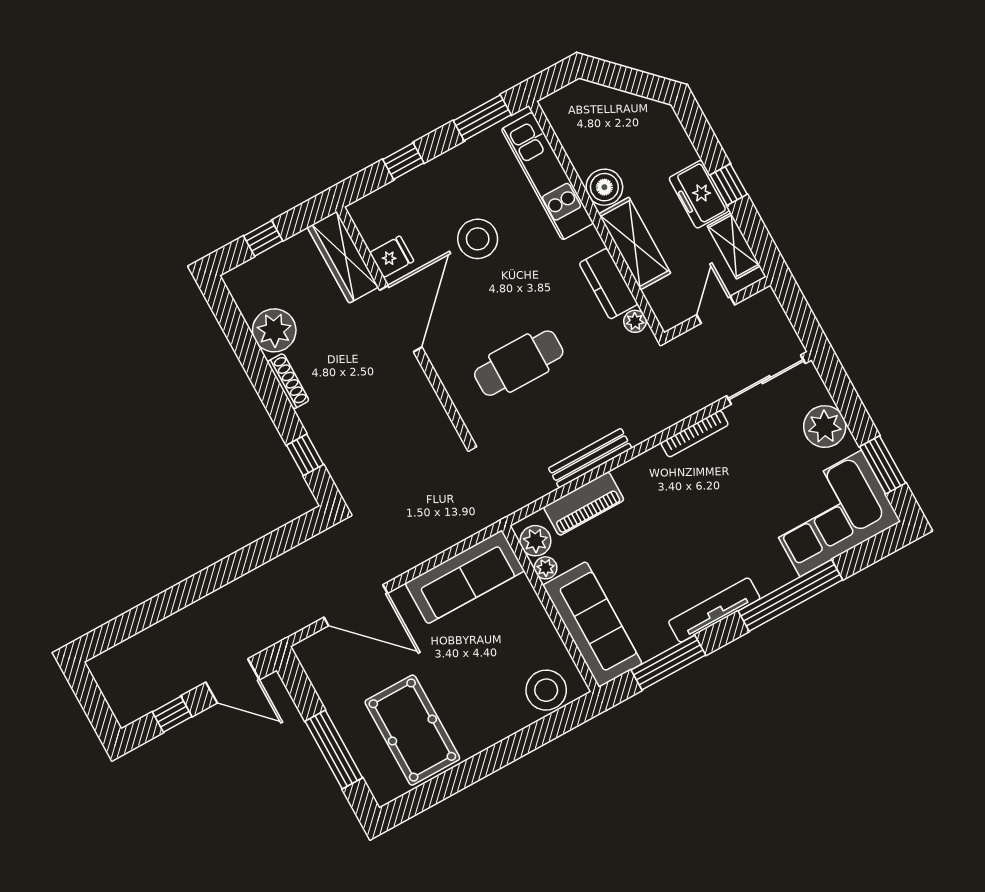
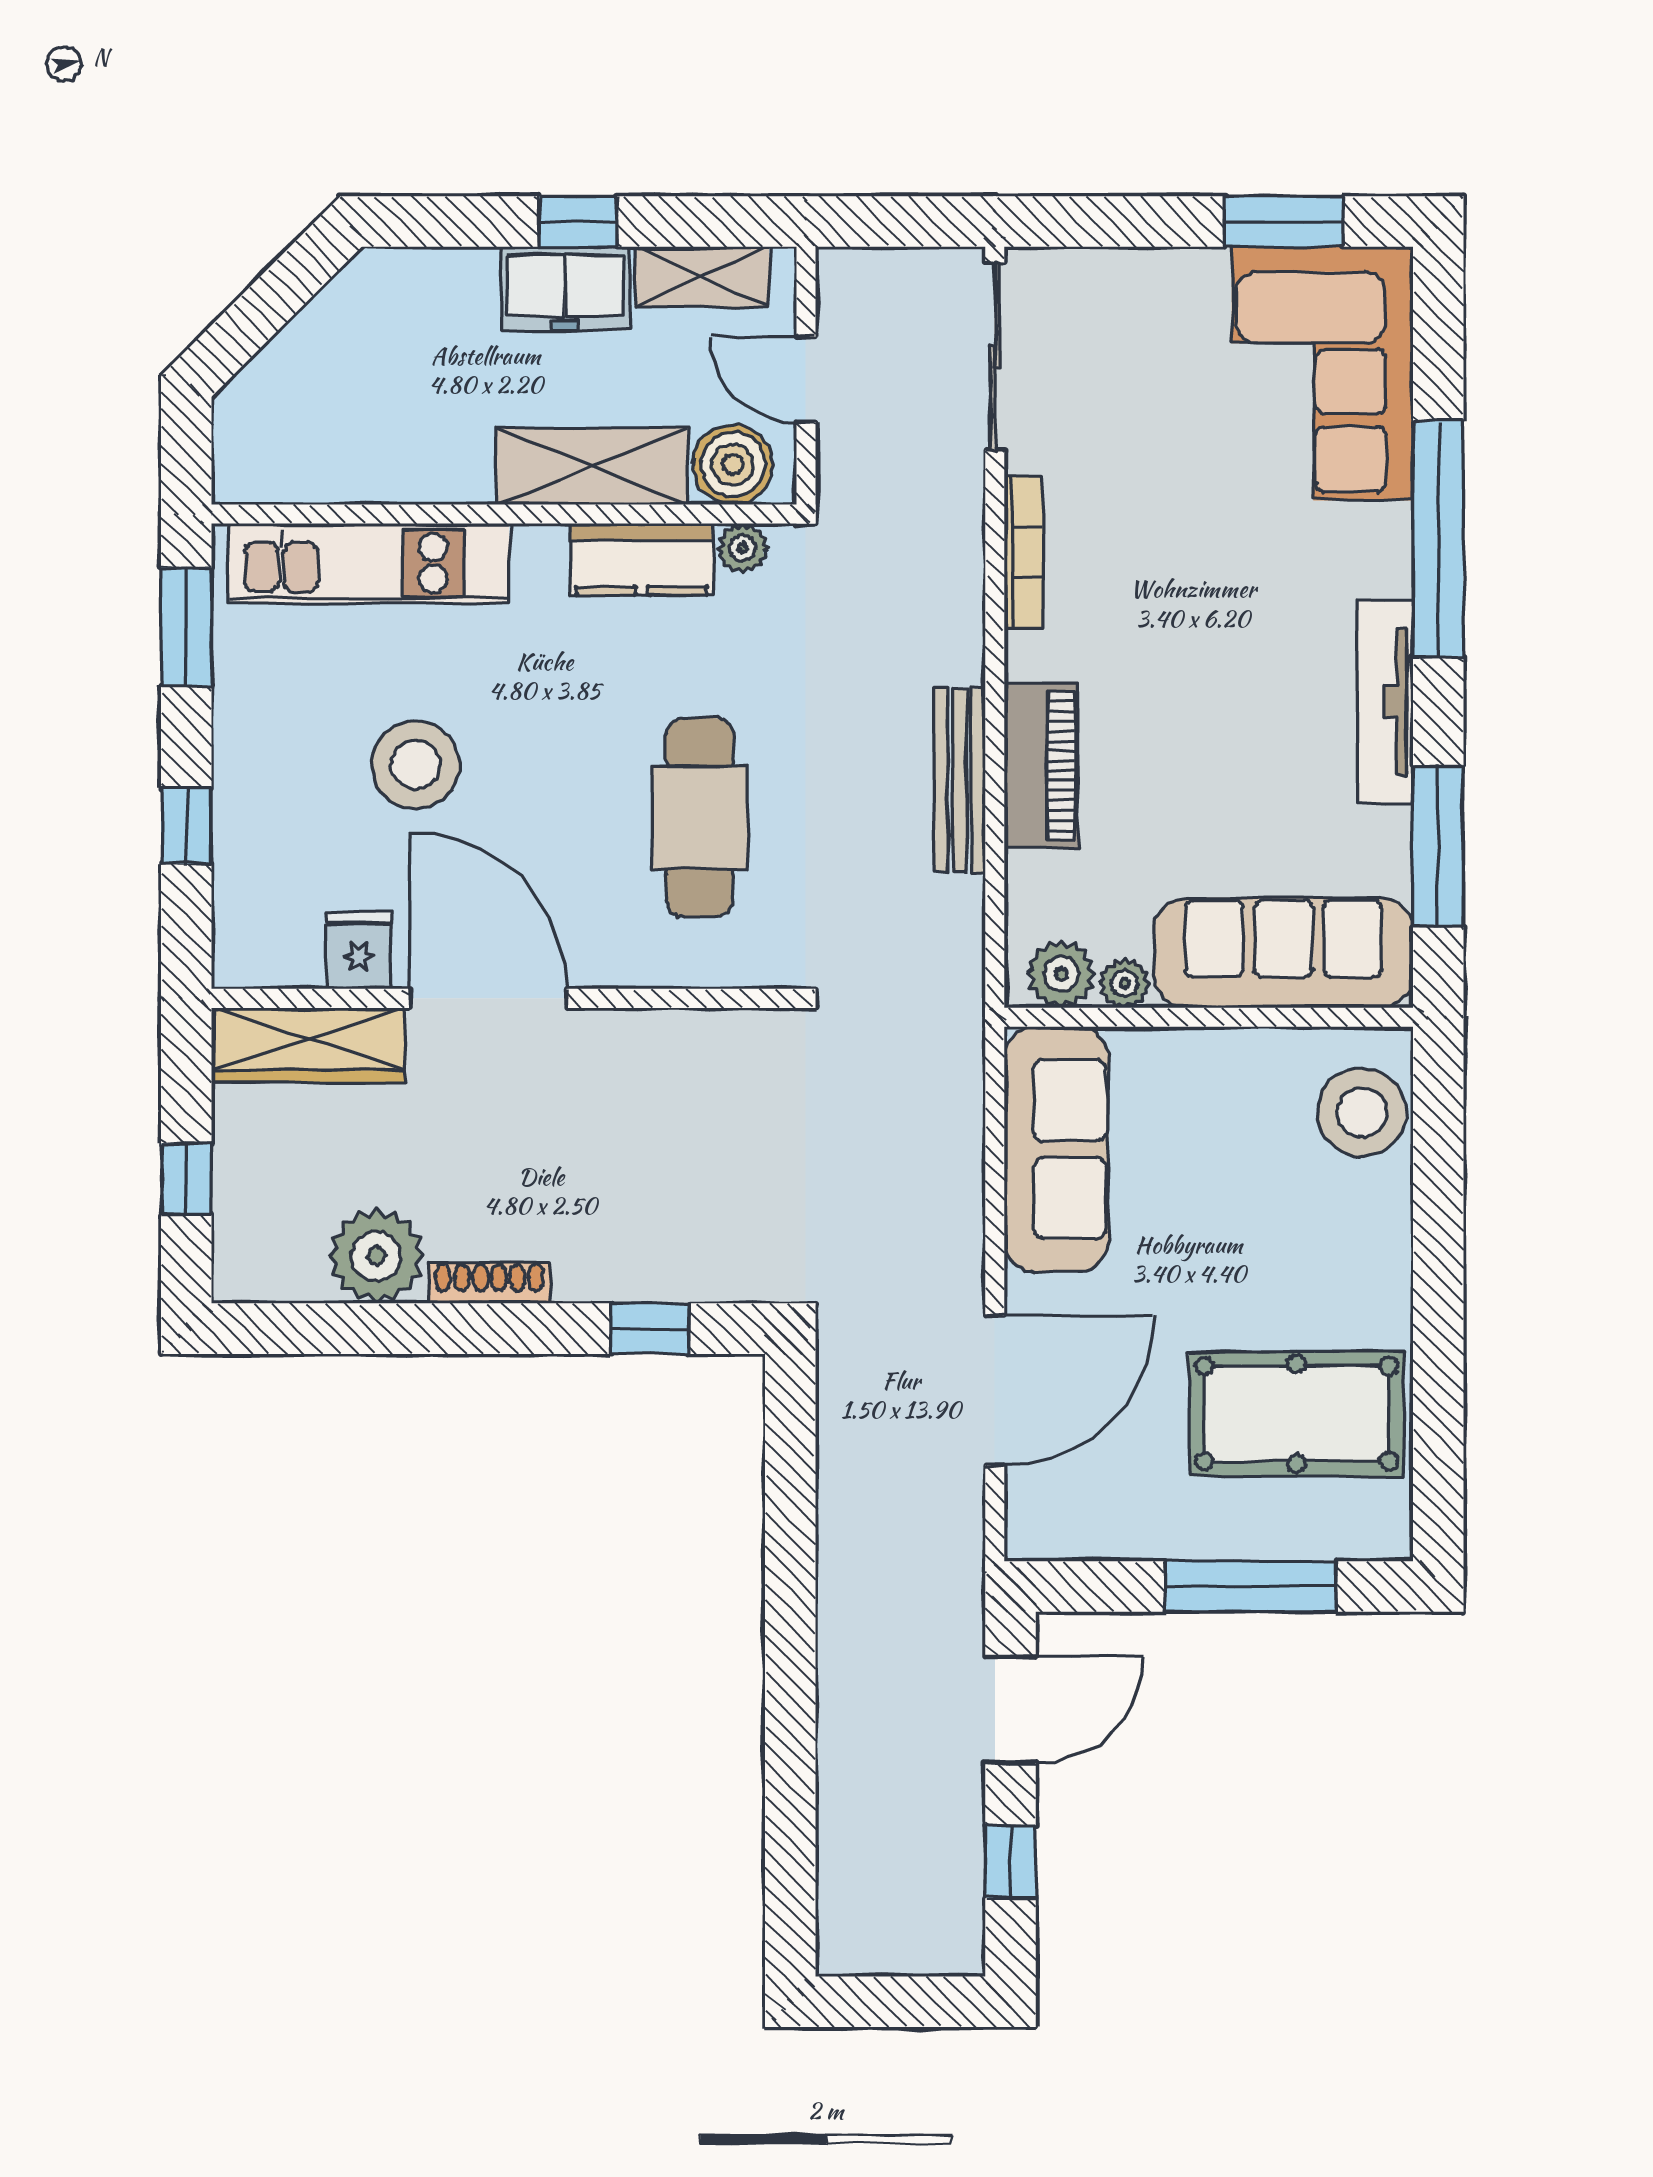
boiler: (604, 187) -> (733, 464), moved
plant: (825, 427) -> (1148, 293), removed
piano: (584, 504) -> (1041, 765), moved

